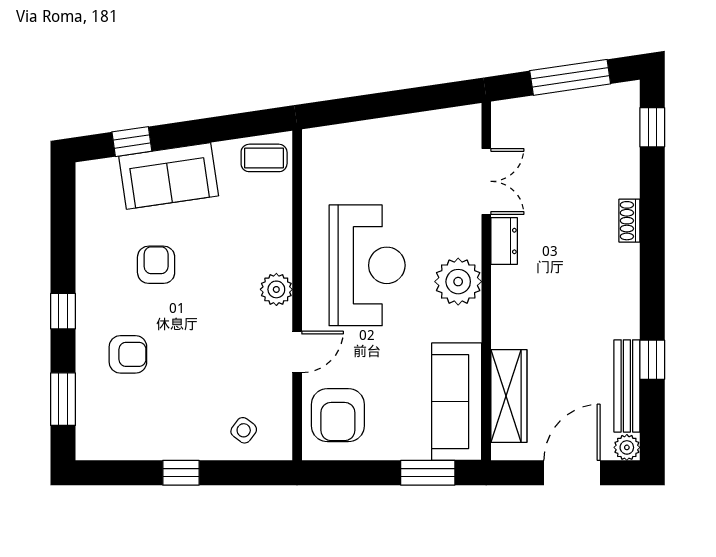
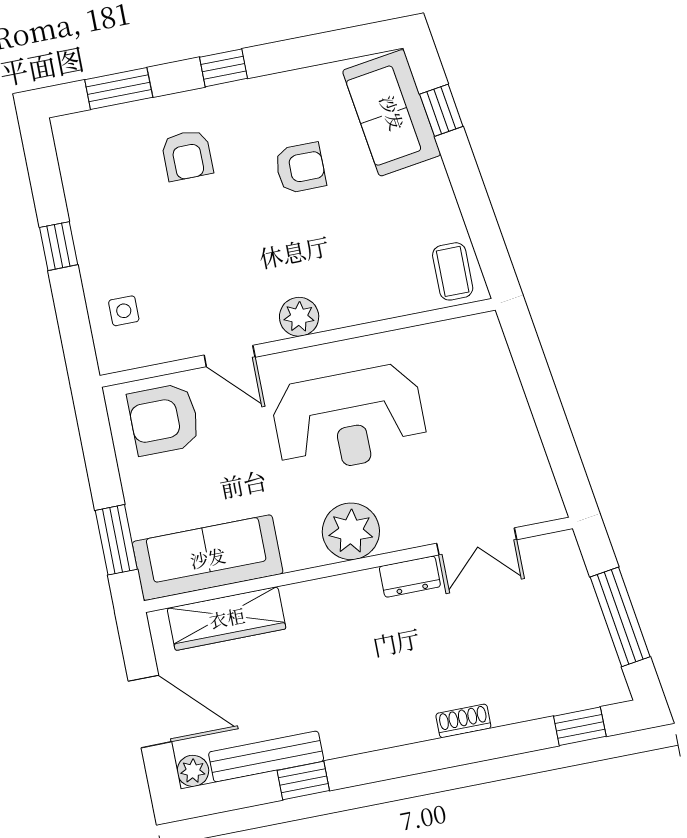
sofa: (169, 176) -> (392, 113), moved
side table: (244, 430) -> (124, 311), turned -37

